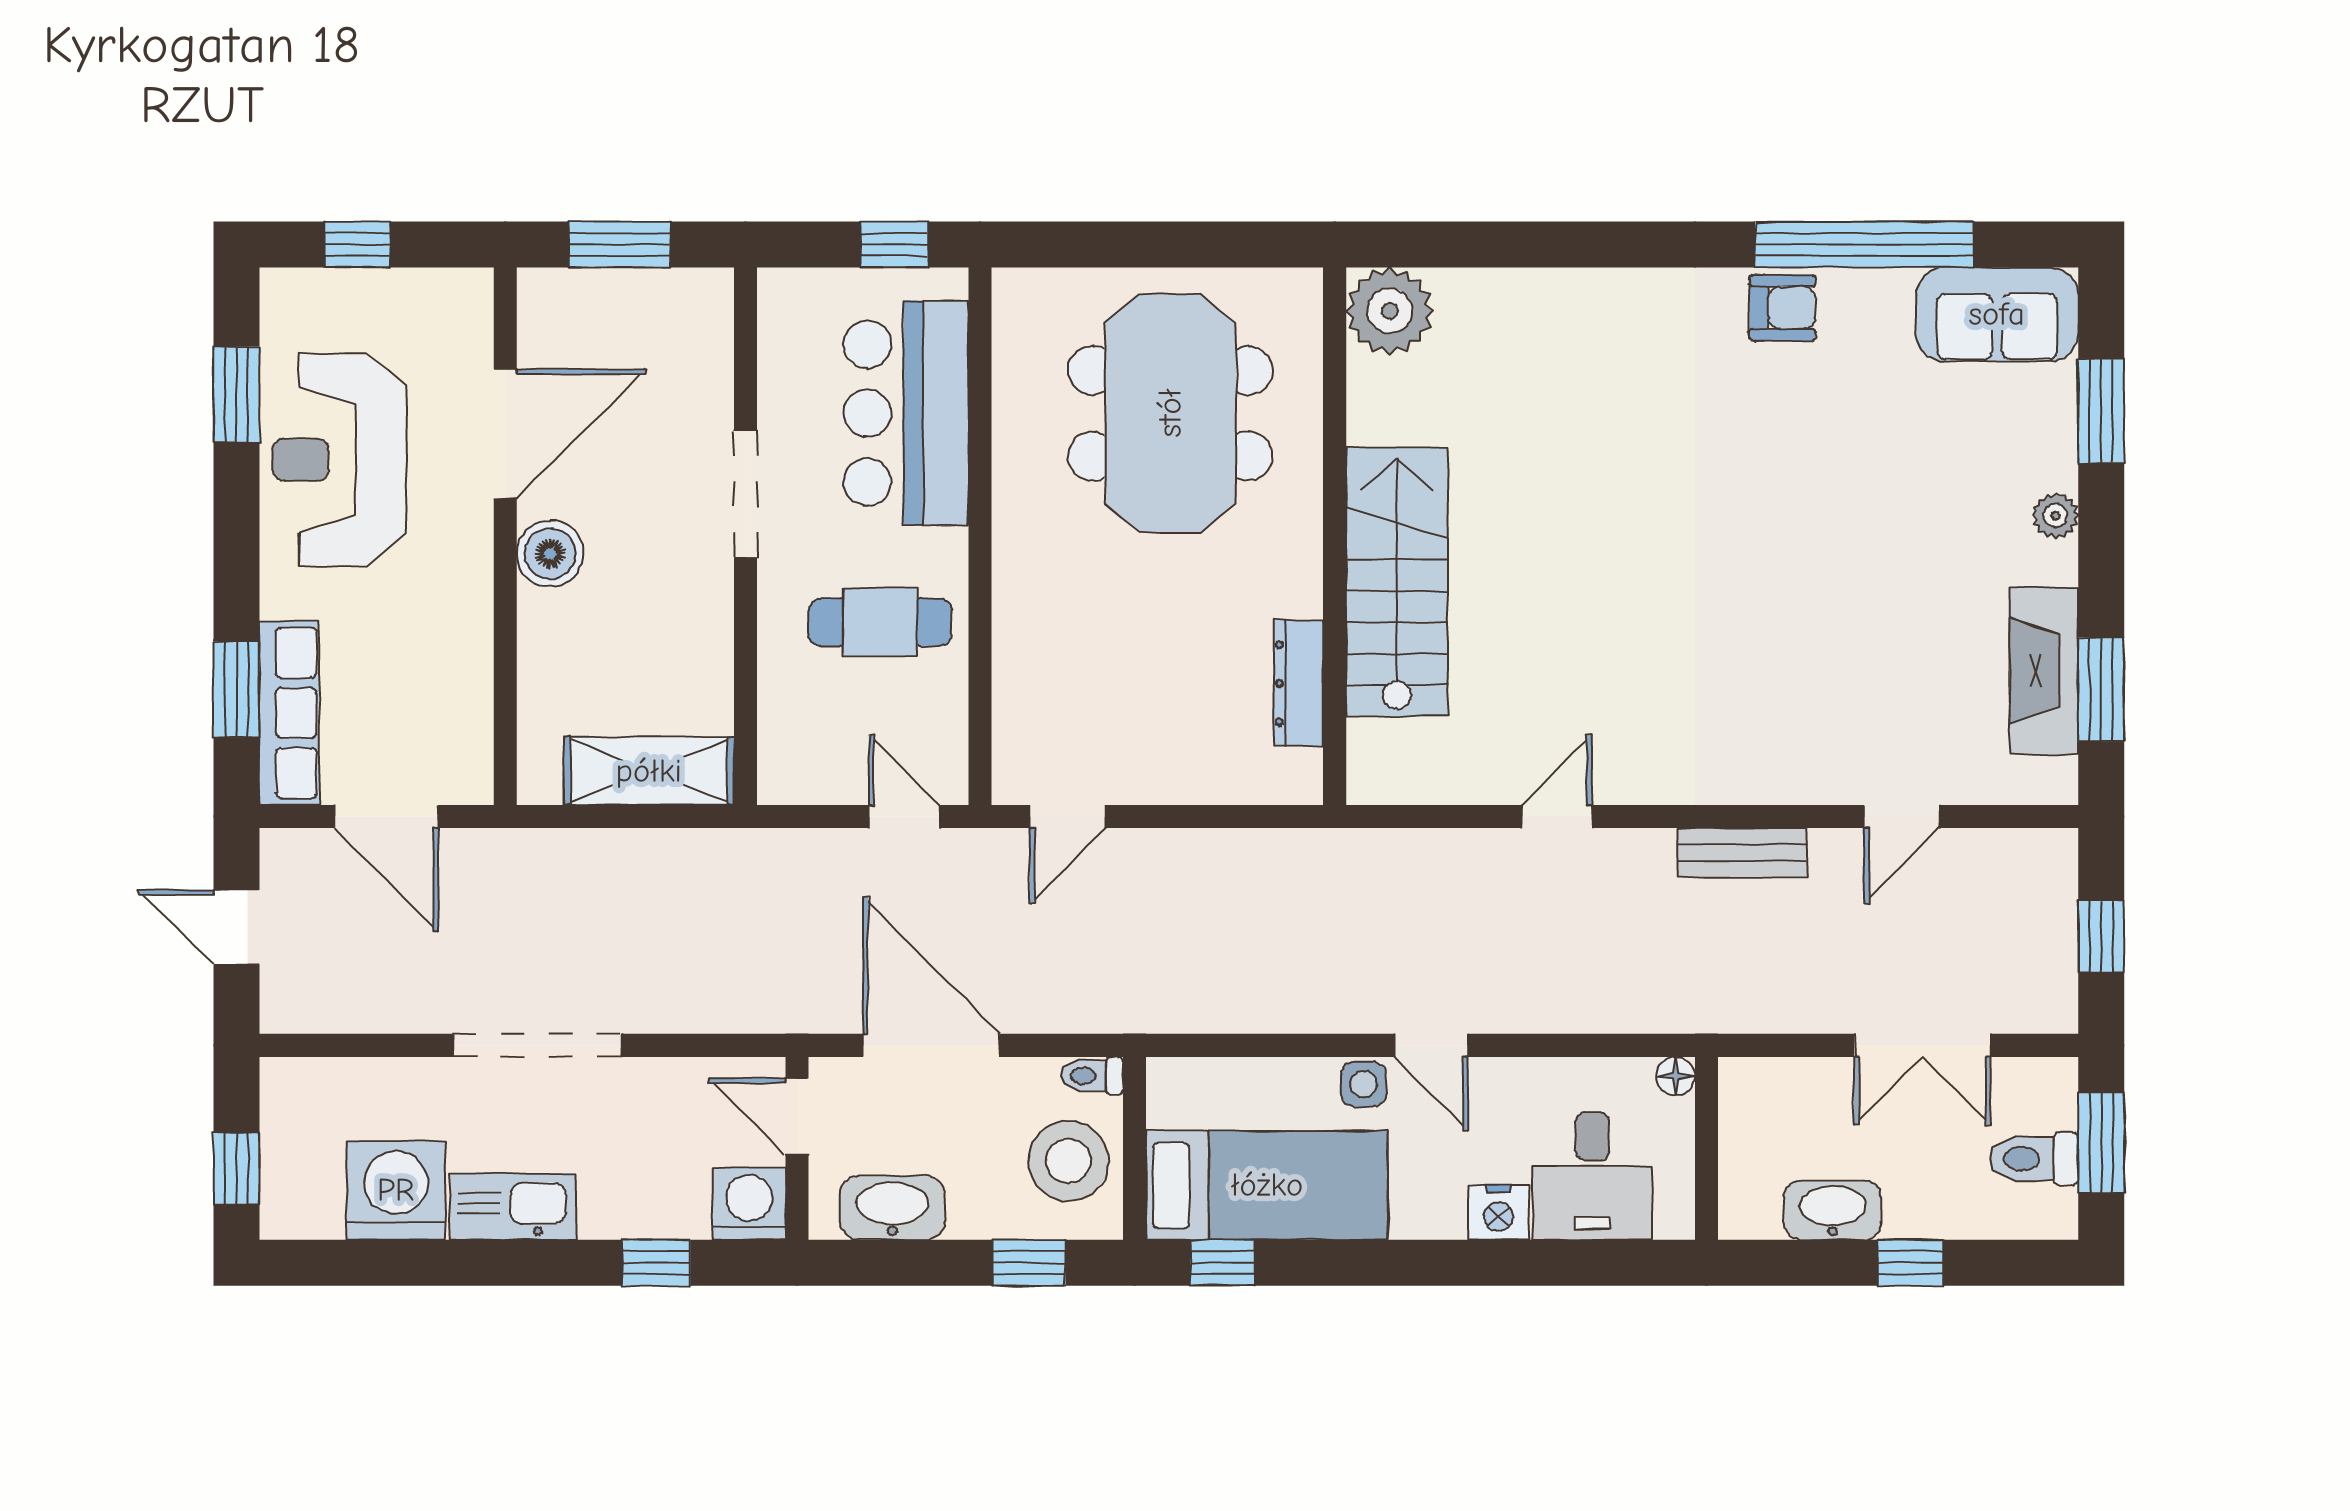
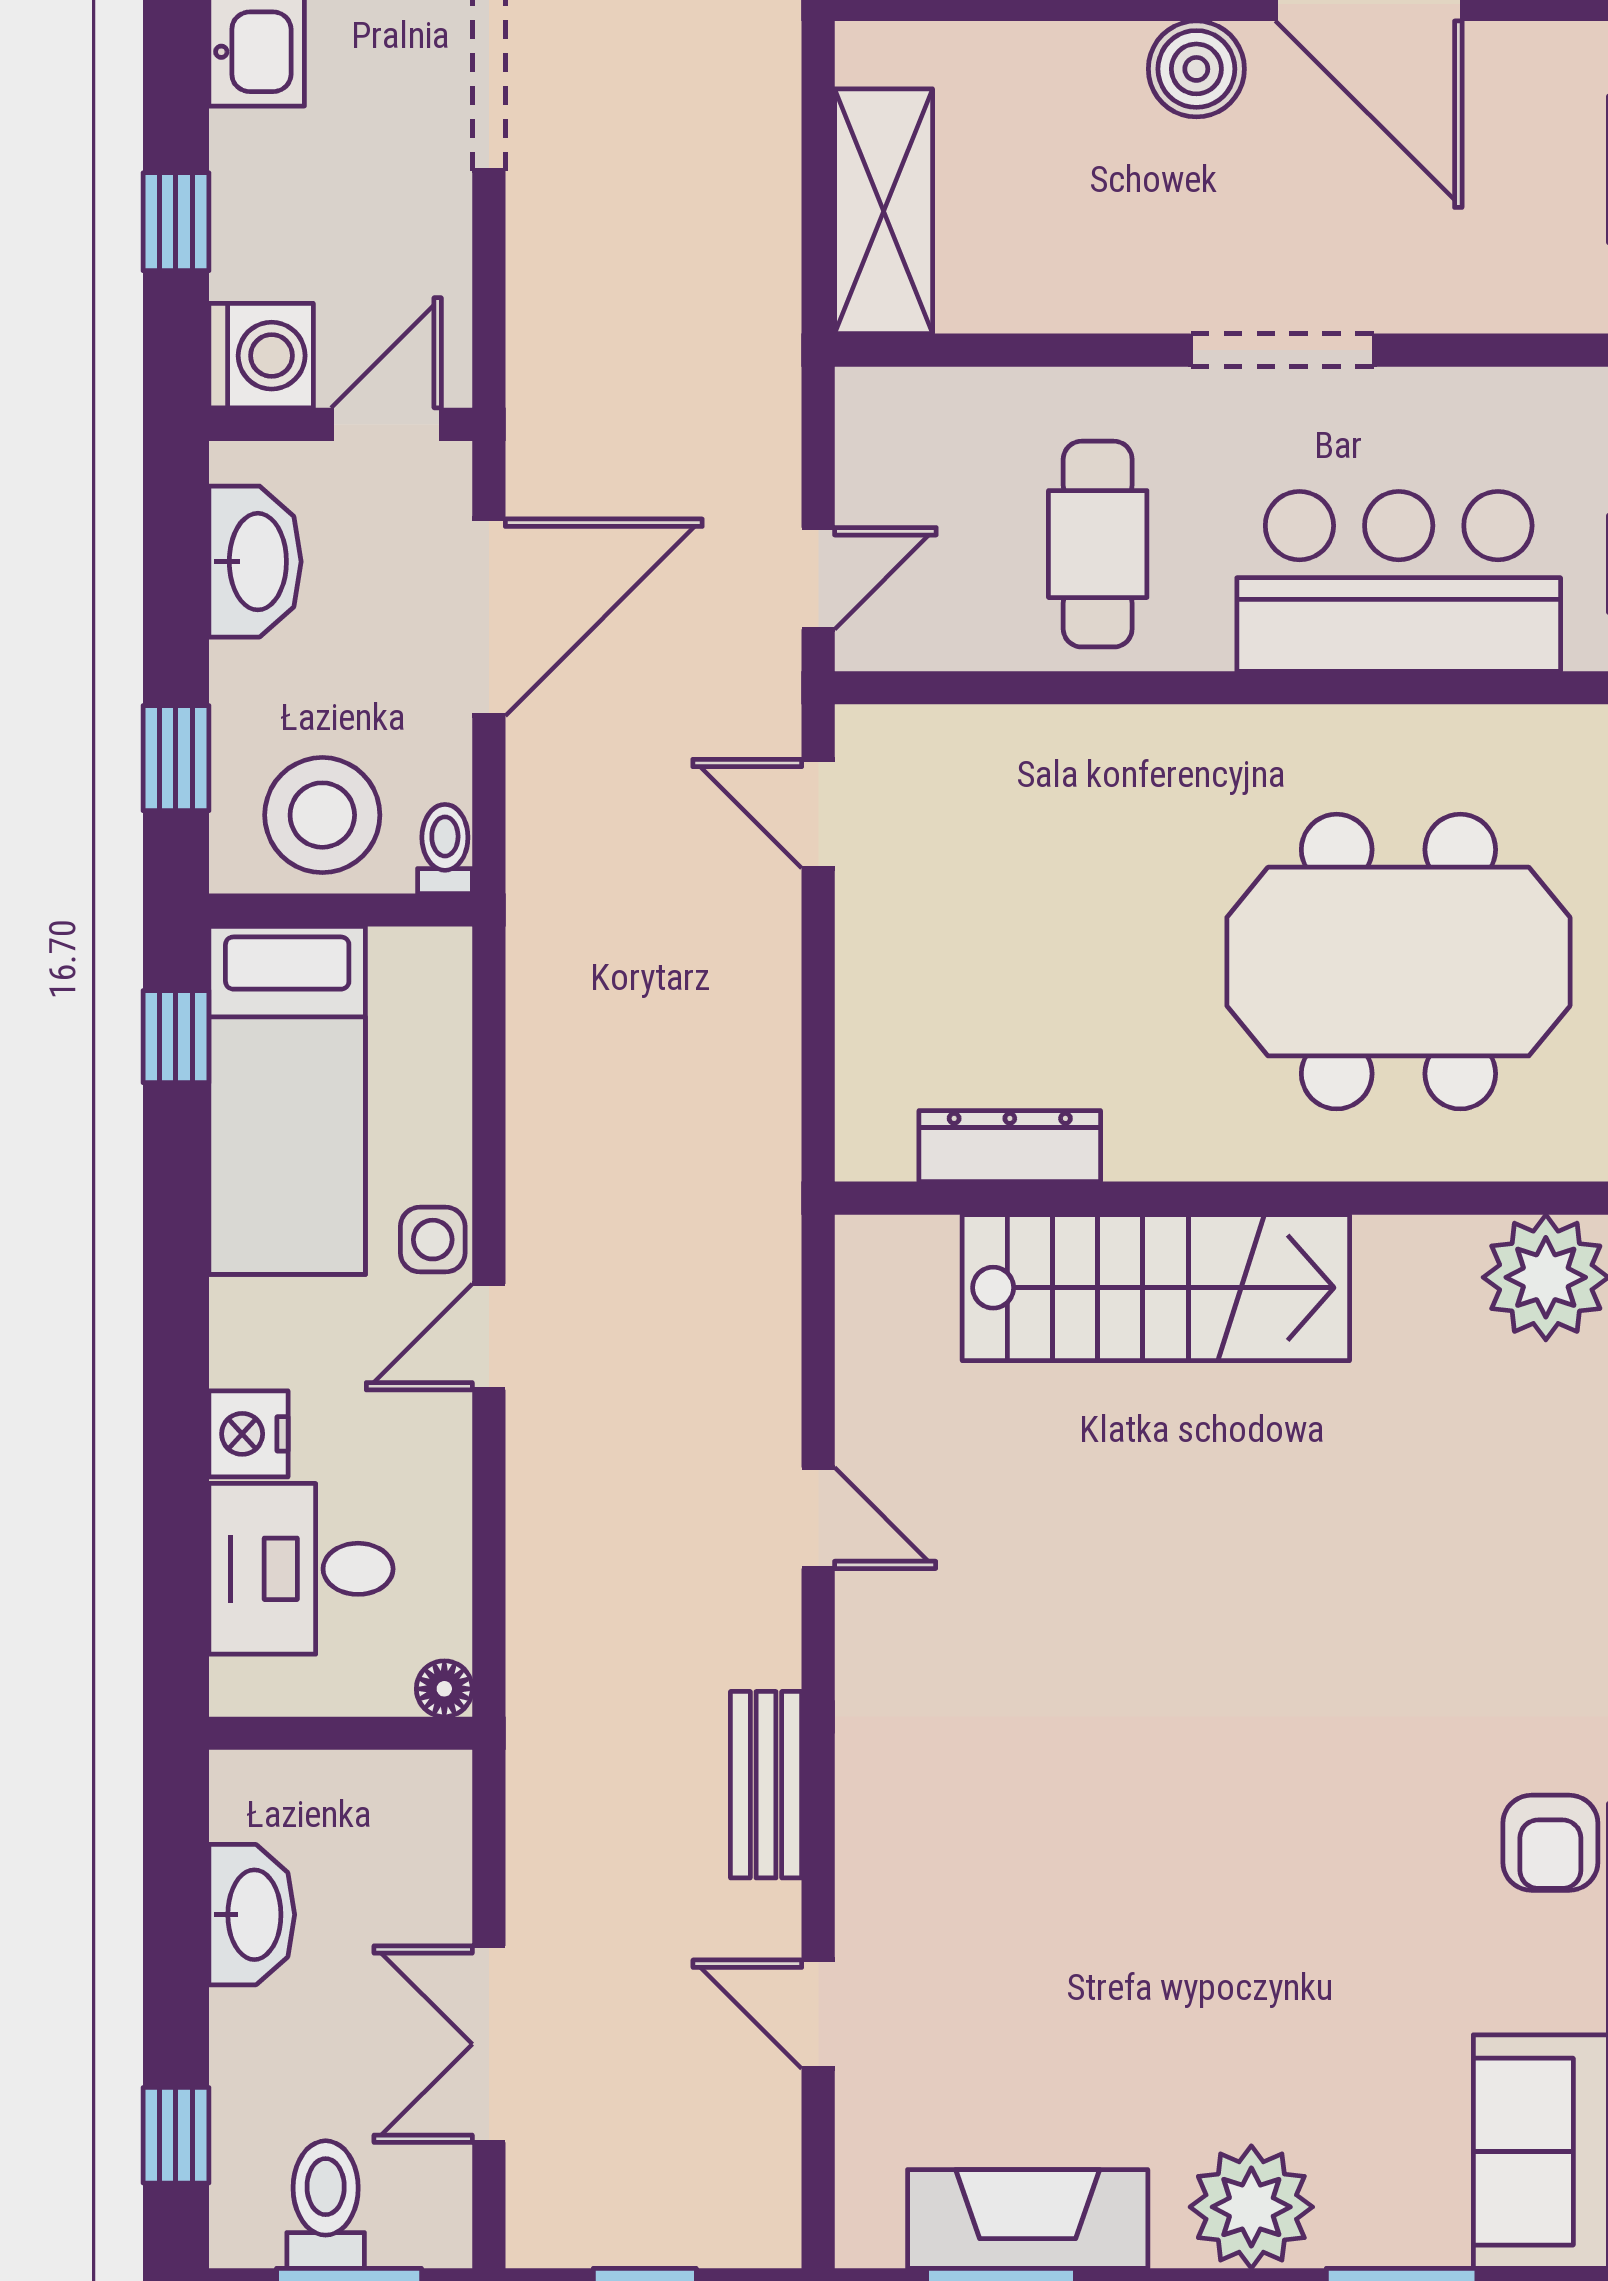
plant: (2056, 516) -> (1251, 2207), width x1.88, depth x1.88
window: (1911, 1263) -> (176, 2135), moved

